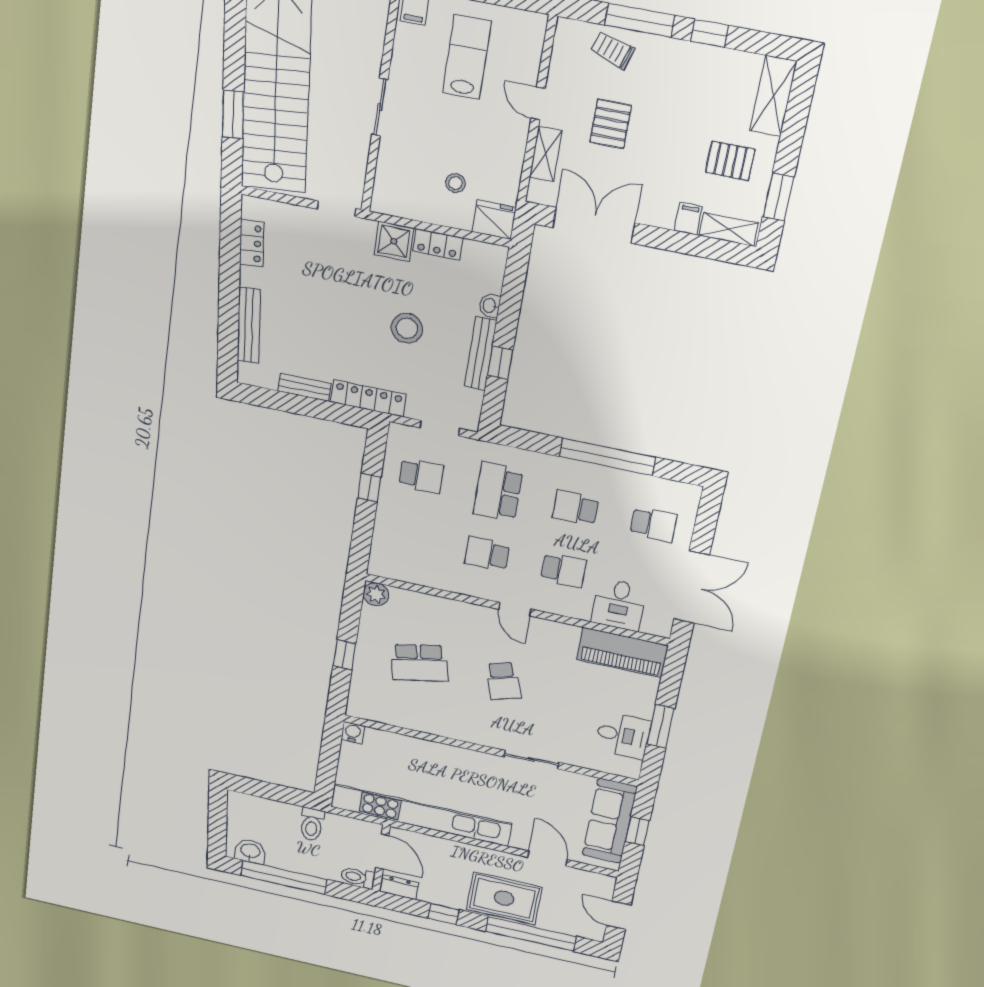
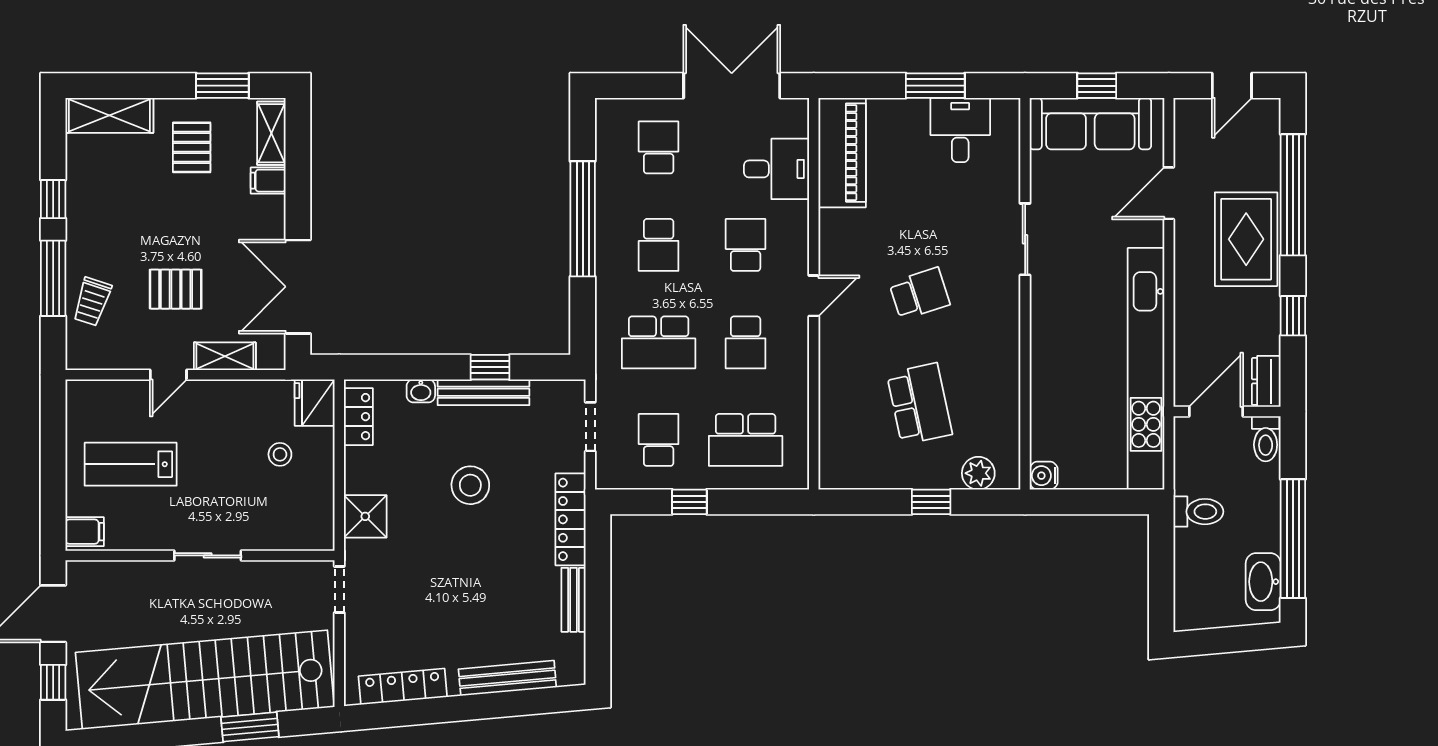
locker: (252, 243) -> (403, 687), width x1.53
locker: (438, 244) -> (358, 417), moved
school desk: (411, 538) -> (746, 440), added
plant: (376, 594) -> (978, 473), moved
washbasin: (250, 851) -> (1263, 582), width x1.38

